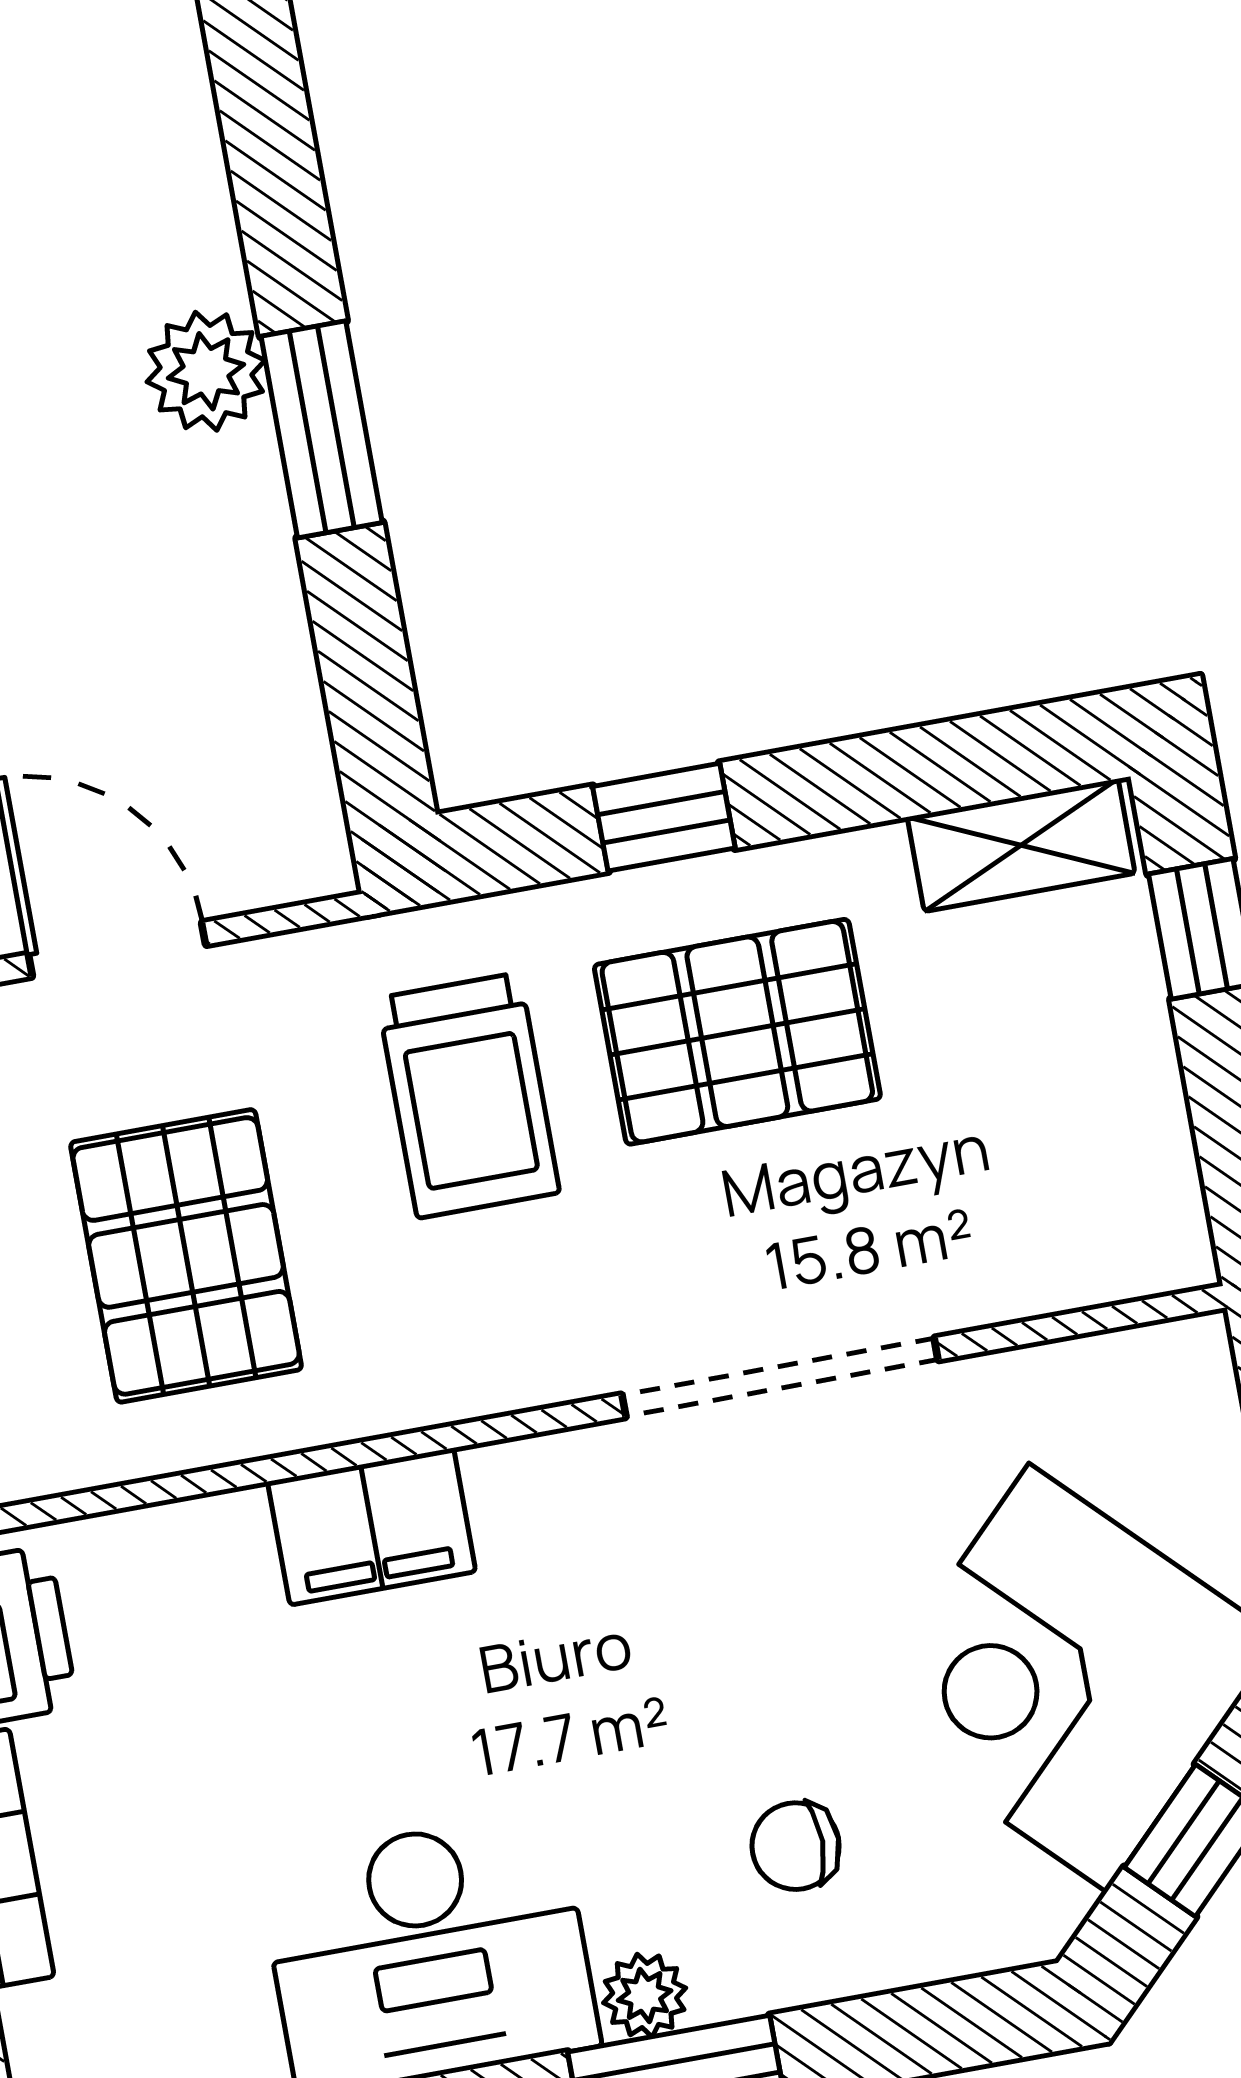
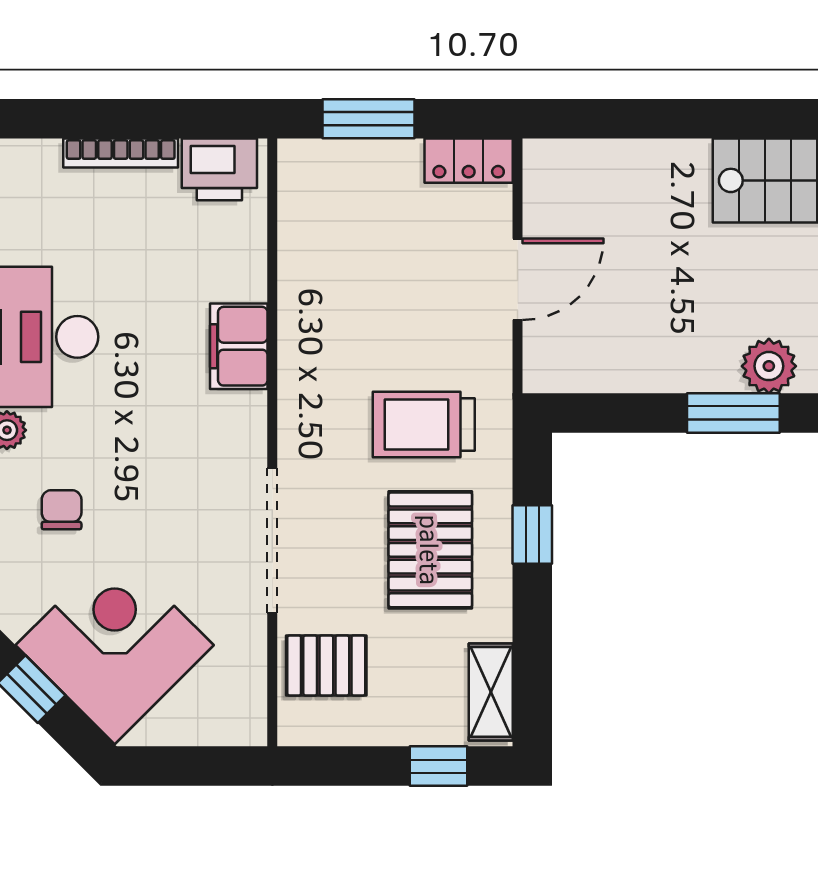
pallet: (186, 1256) -> (326, 665), moved, width x0.67, depth x0.71

